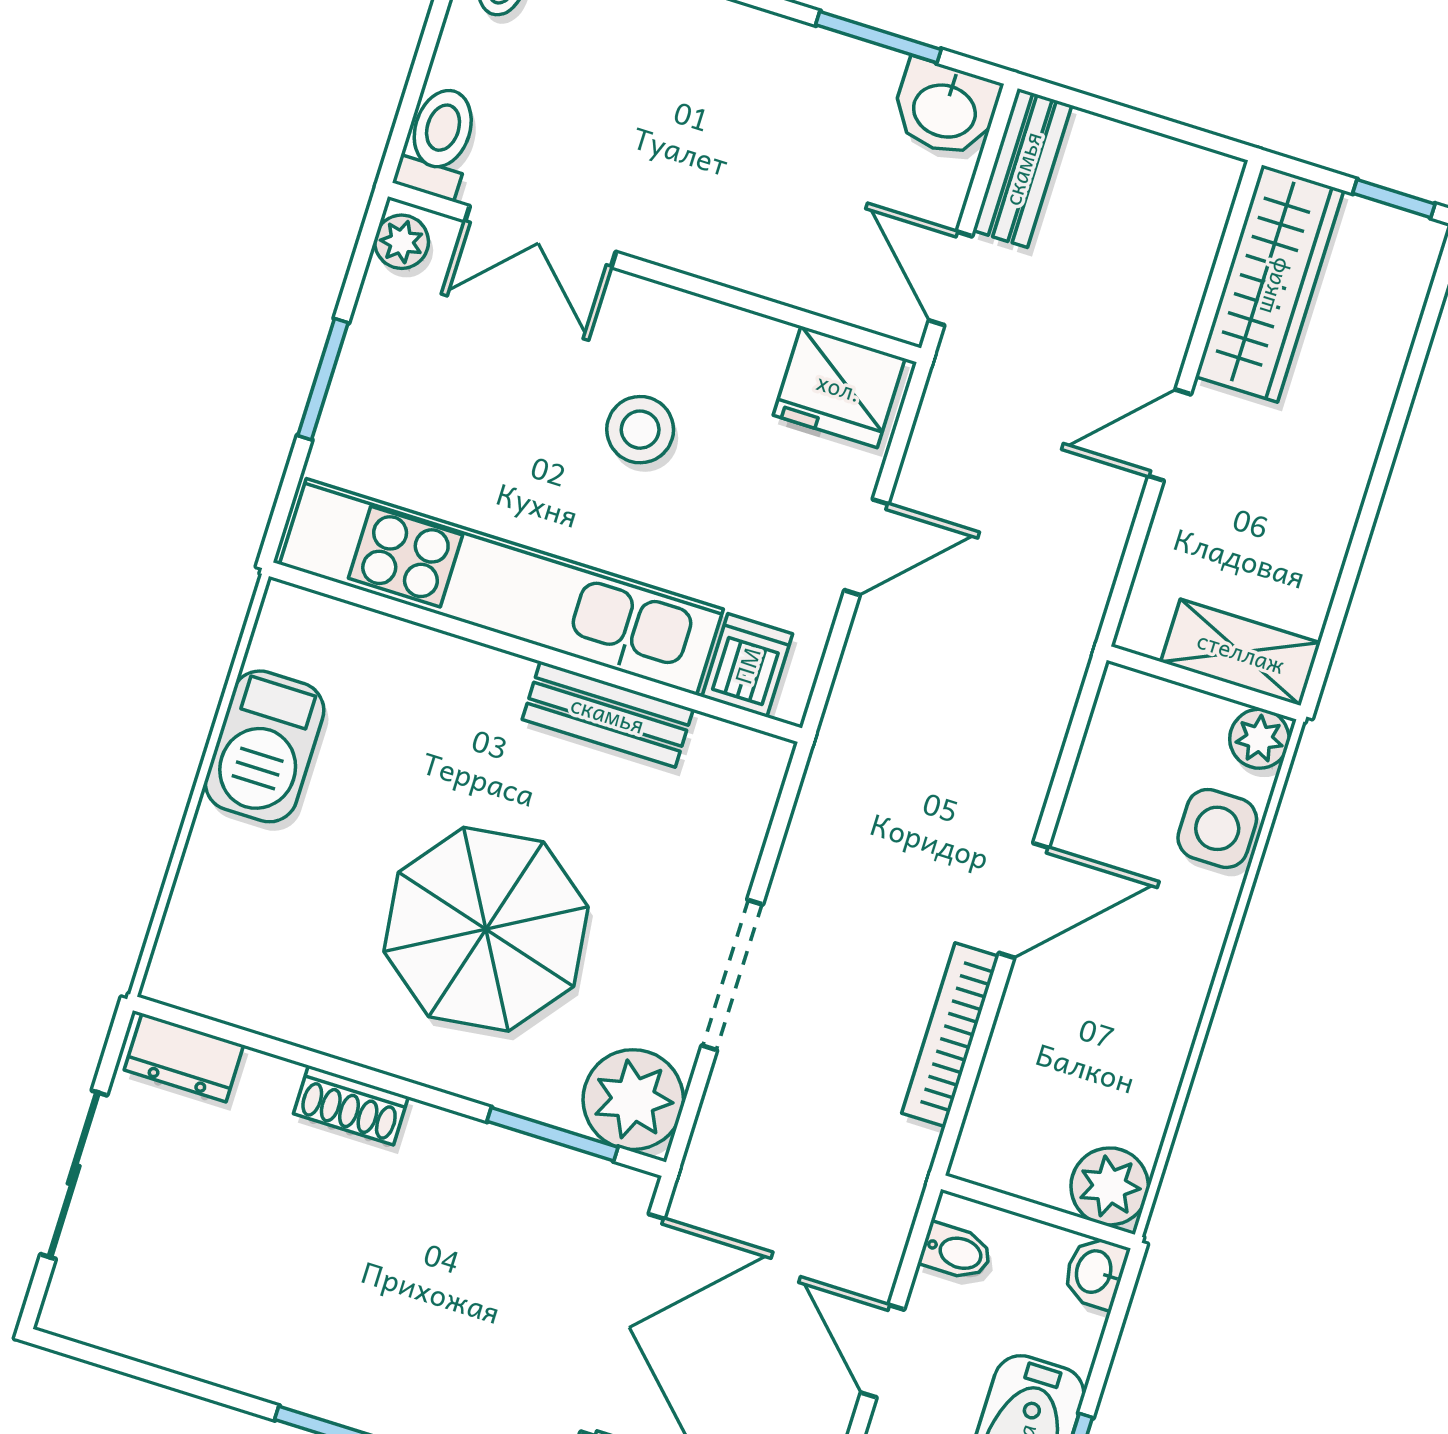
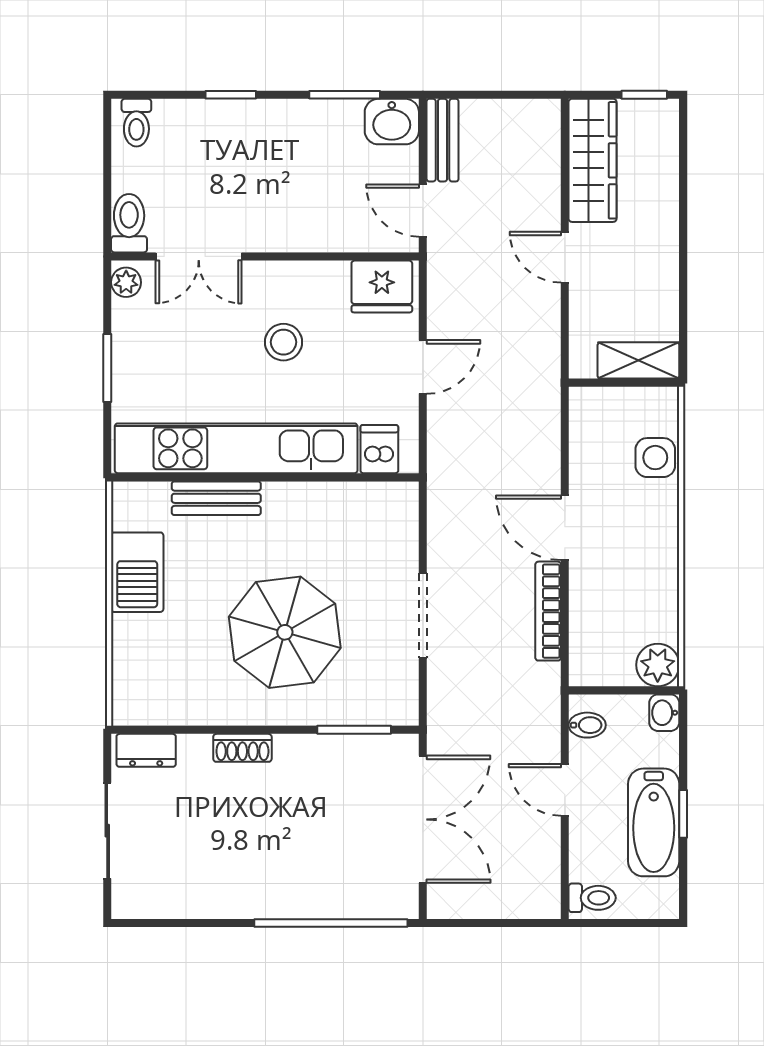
door: (1170, 435) -> (565, 257), hinge flipped
bench: (608, 714) -> (216, 498), moved
plant: (1259, 739) -> (663, 403), removed
door: (1024, 900) -> (565, 528), swing flipped
plant: (633, 1100) -> (391, 698), removed

